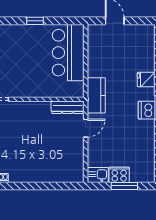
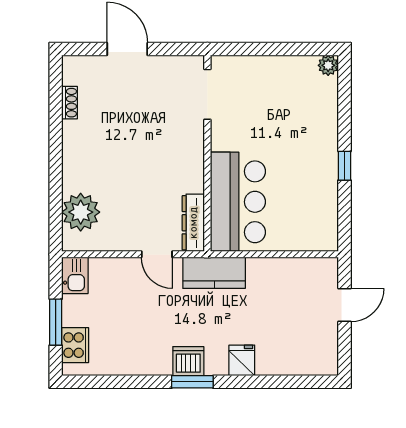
bar counter: (68, 53) -> (238, 202), moved, turned 90
plant: (62, 172) -> (81, 212), added
cooker: (119, 175) -> (75, 345), moved

